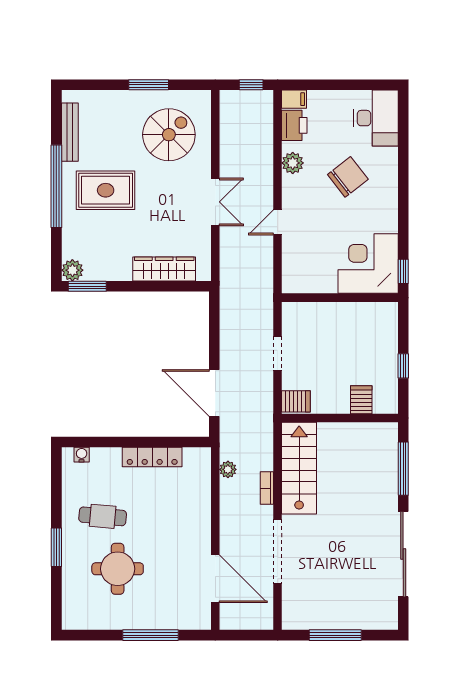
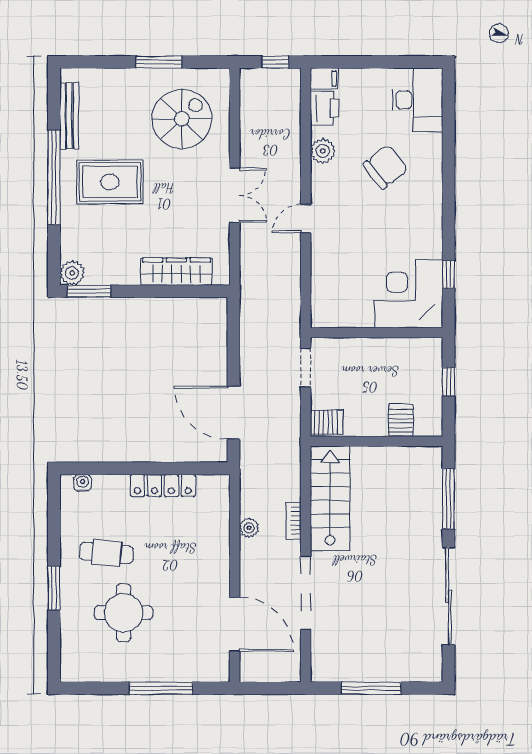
corner desk: (368, 264) -> (409, 294), moved
wall: (340, 298) -> (376, 333), moved
plant: (228, 469) -> (249, 528), moved

